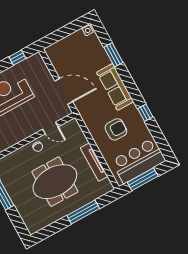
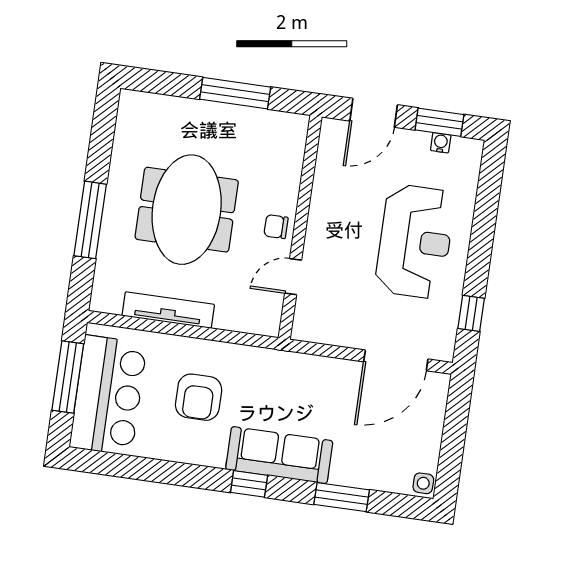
door: (64, 91) -> (396, 360), moved
window: (145, 113) -> (249, 484), moved

